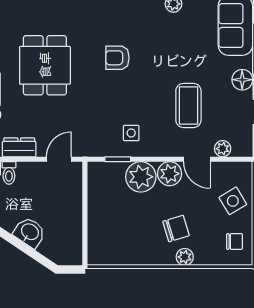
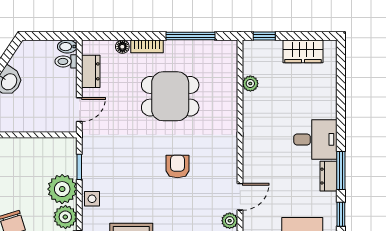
side table: (131, 133) -> (92, 199), moved
door: (59, 159) -> (79, 110), hinge flipped

